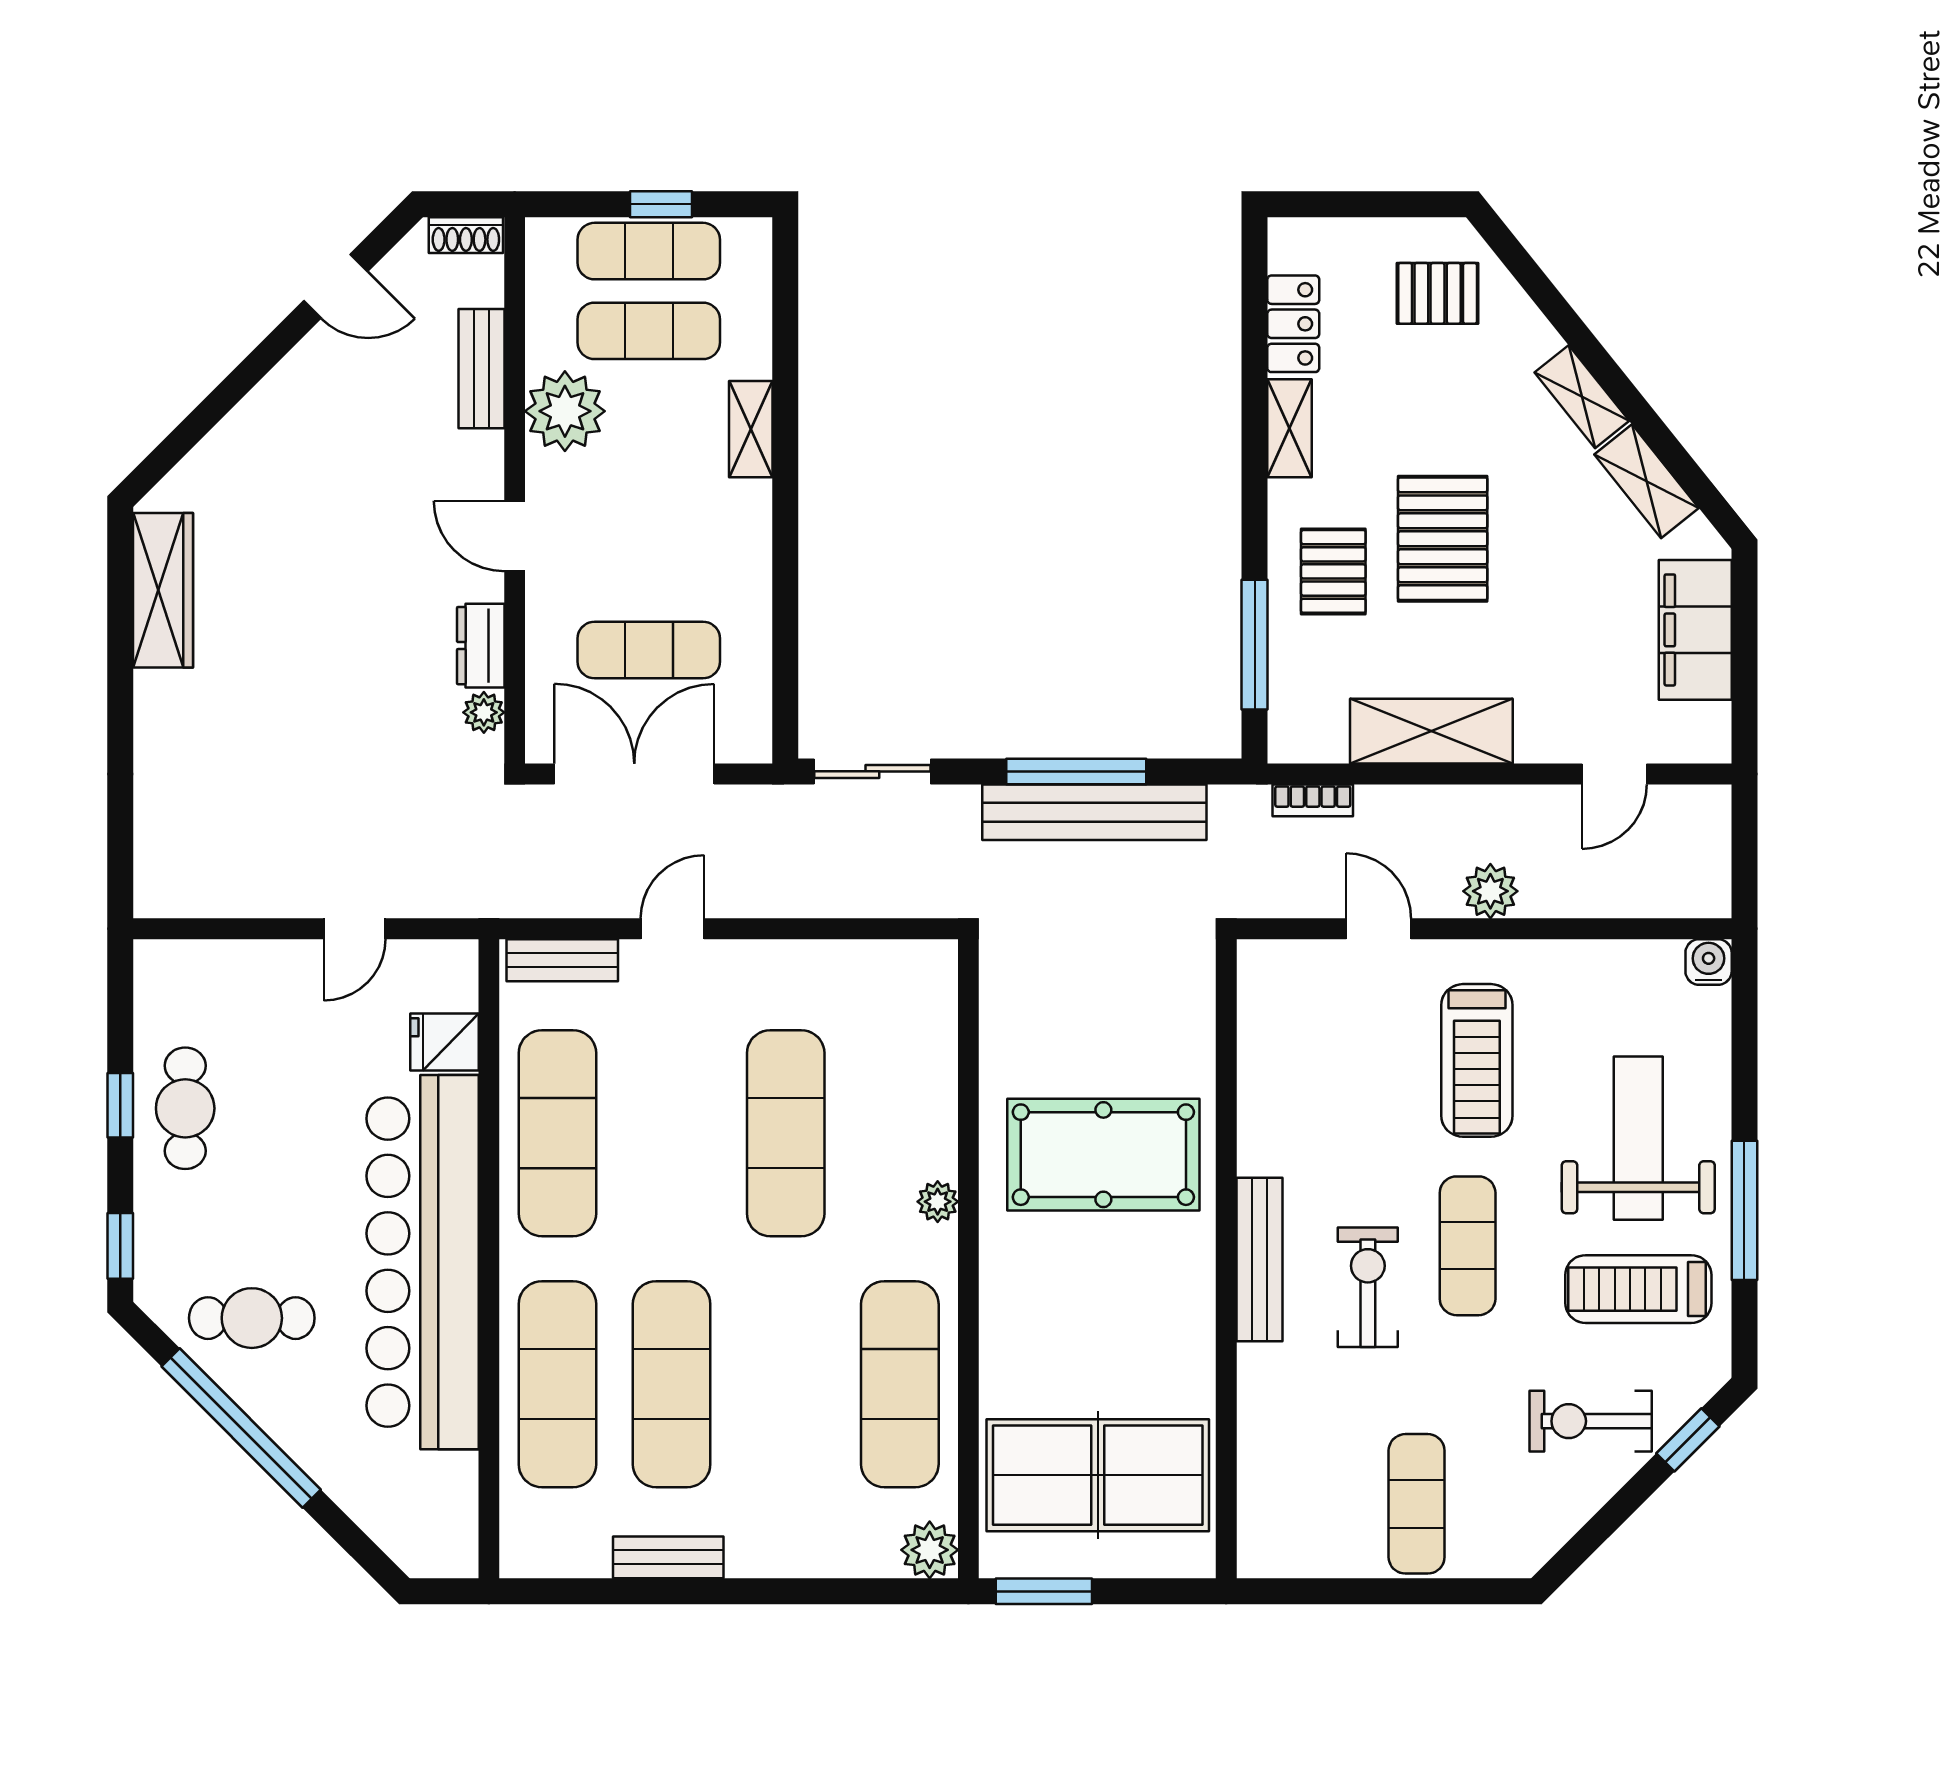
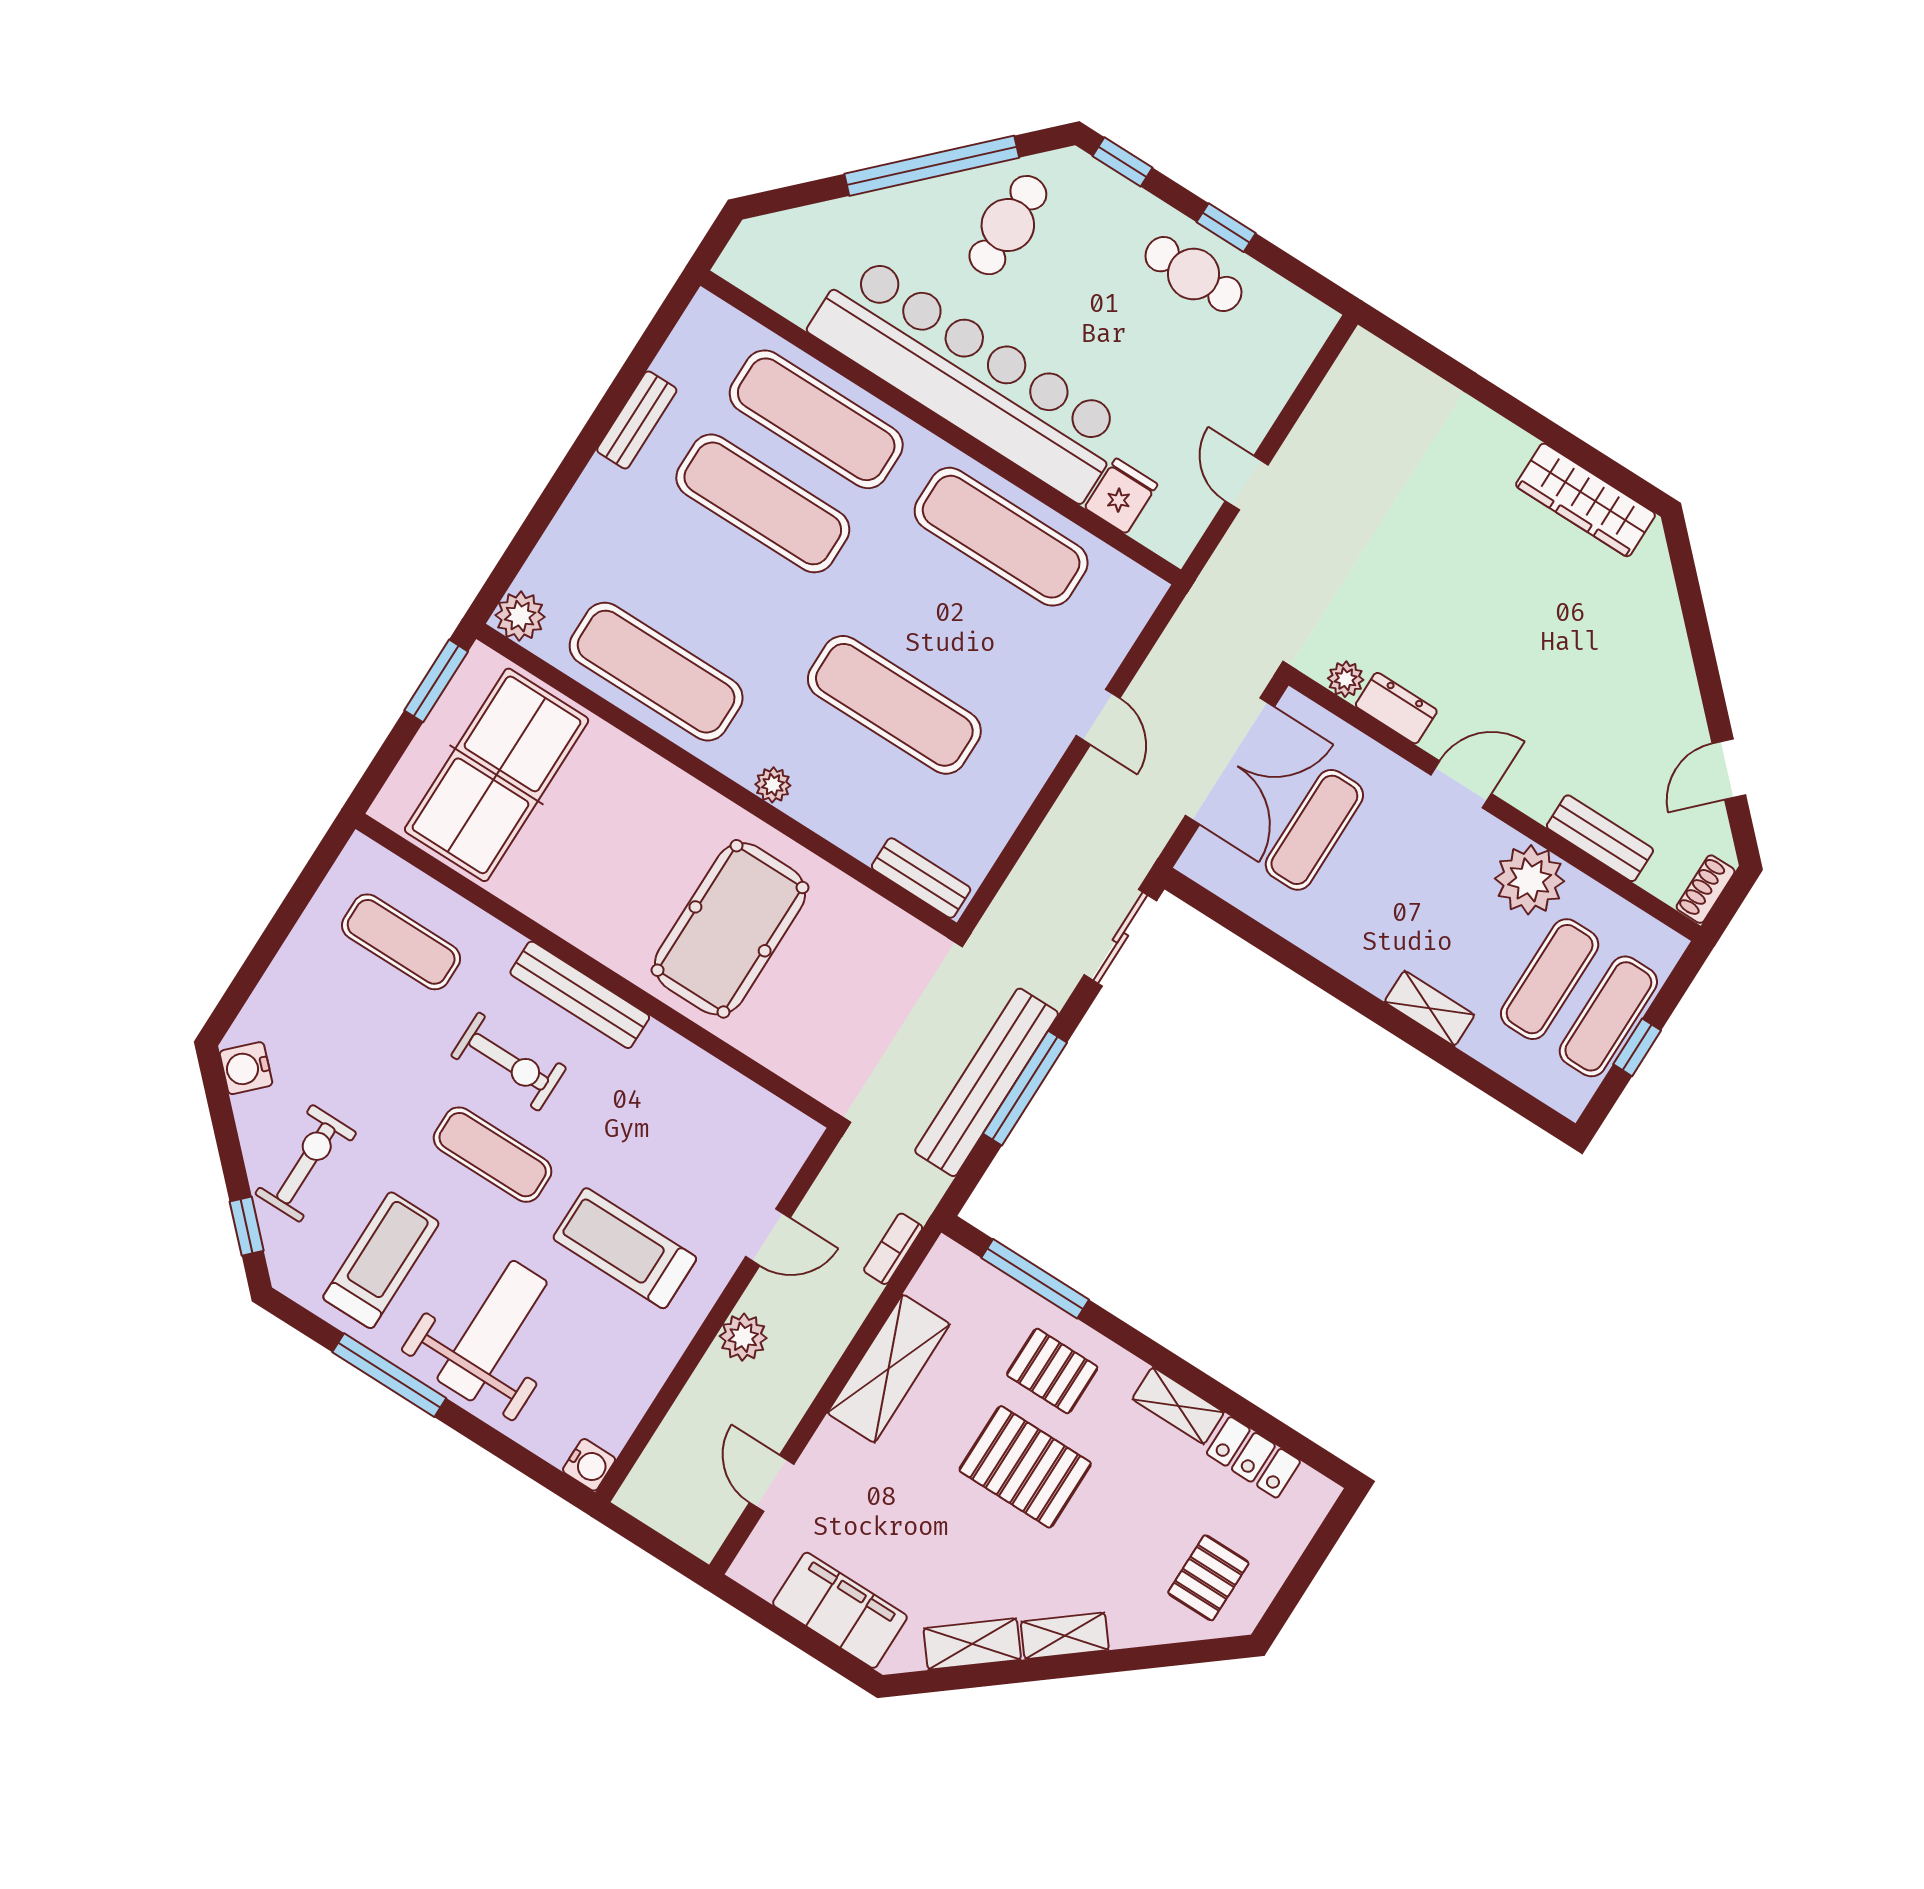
bench: (562, 960) -> (921, 878), moved, turned 90
weight bench: (1638, 1138) -> (492, 1331), turned -90
exercise mat: (1417, 1504) -> (401, 942), moved
water cooler: (1535, 1537) -> (246, 1068), added

